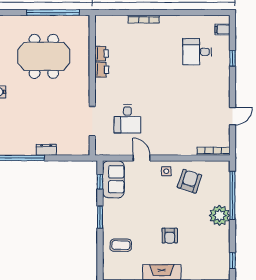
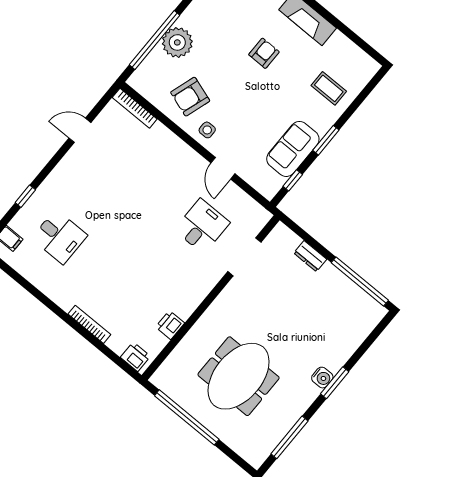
meeting table: (44, 56) -> (239, 376), turned 90
printer: (102, 70) -> (135, 357), moved, turned 90
dresser: (46, 150) -> (310, 256), moved
sofa: (113, 179) -> (293, 149), moved
plant: (220, 215) -> (177, 42), moved

